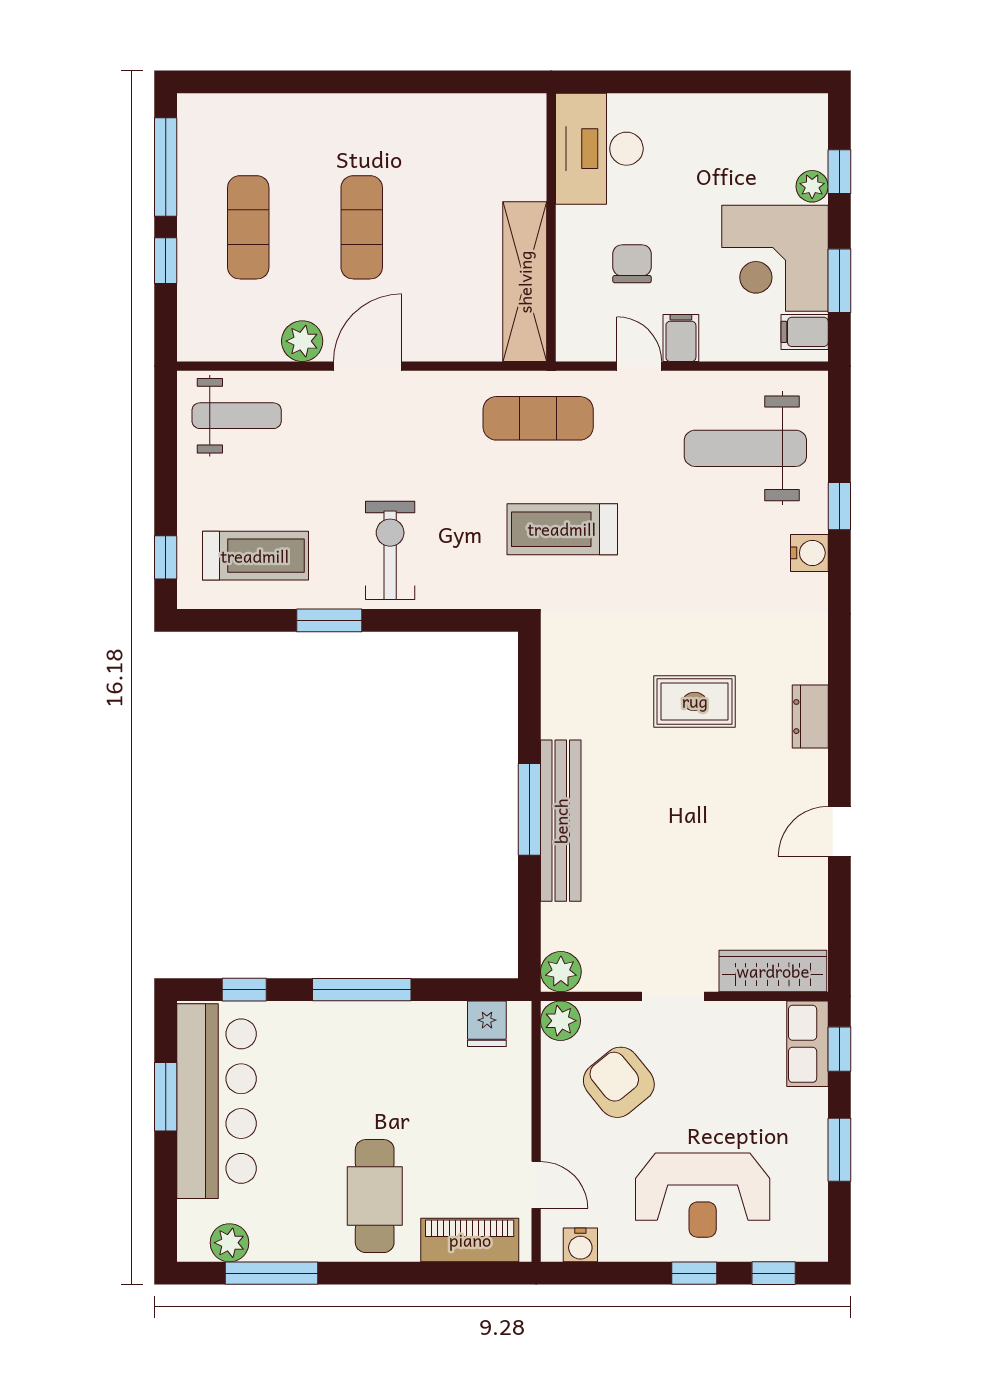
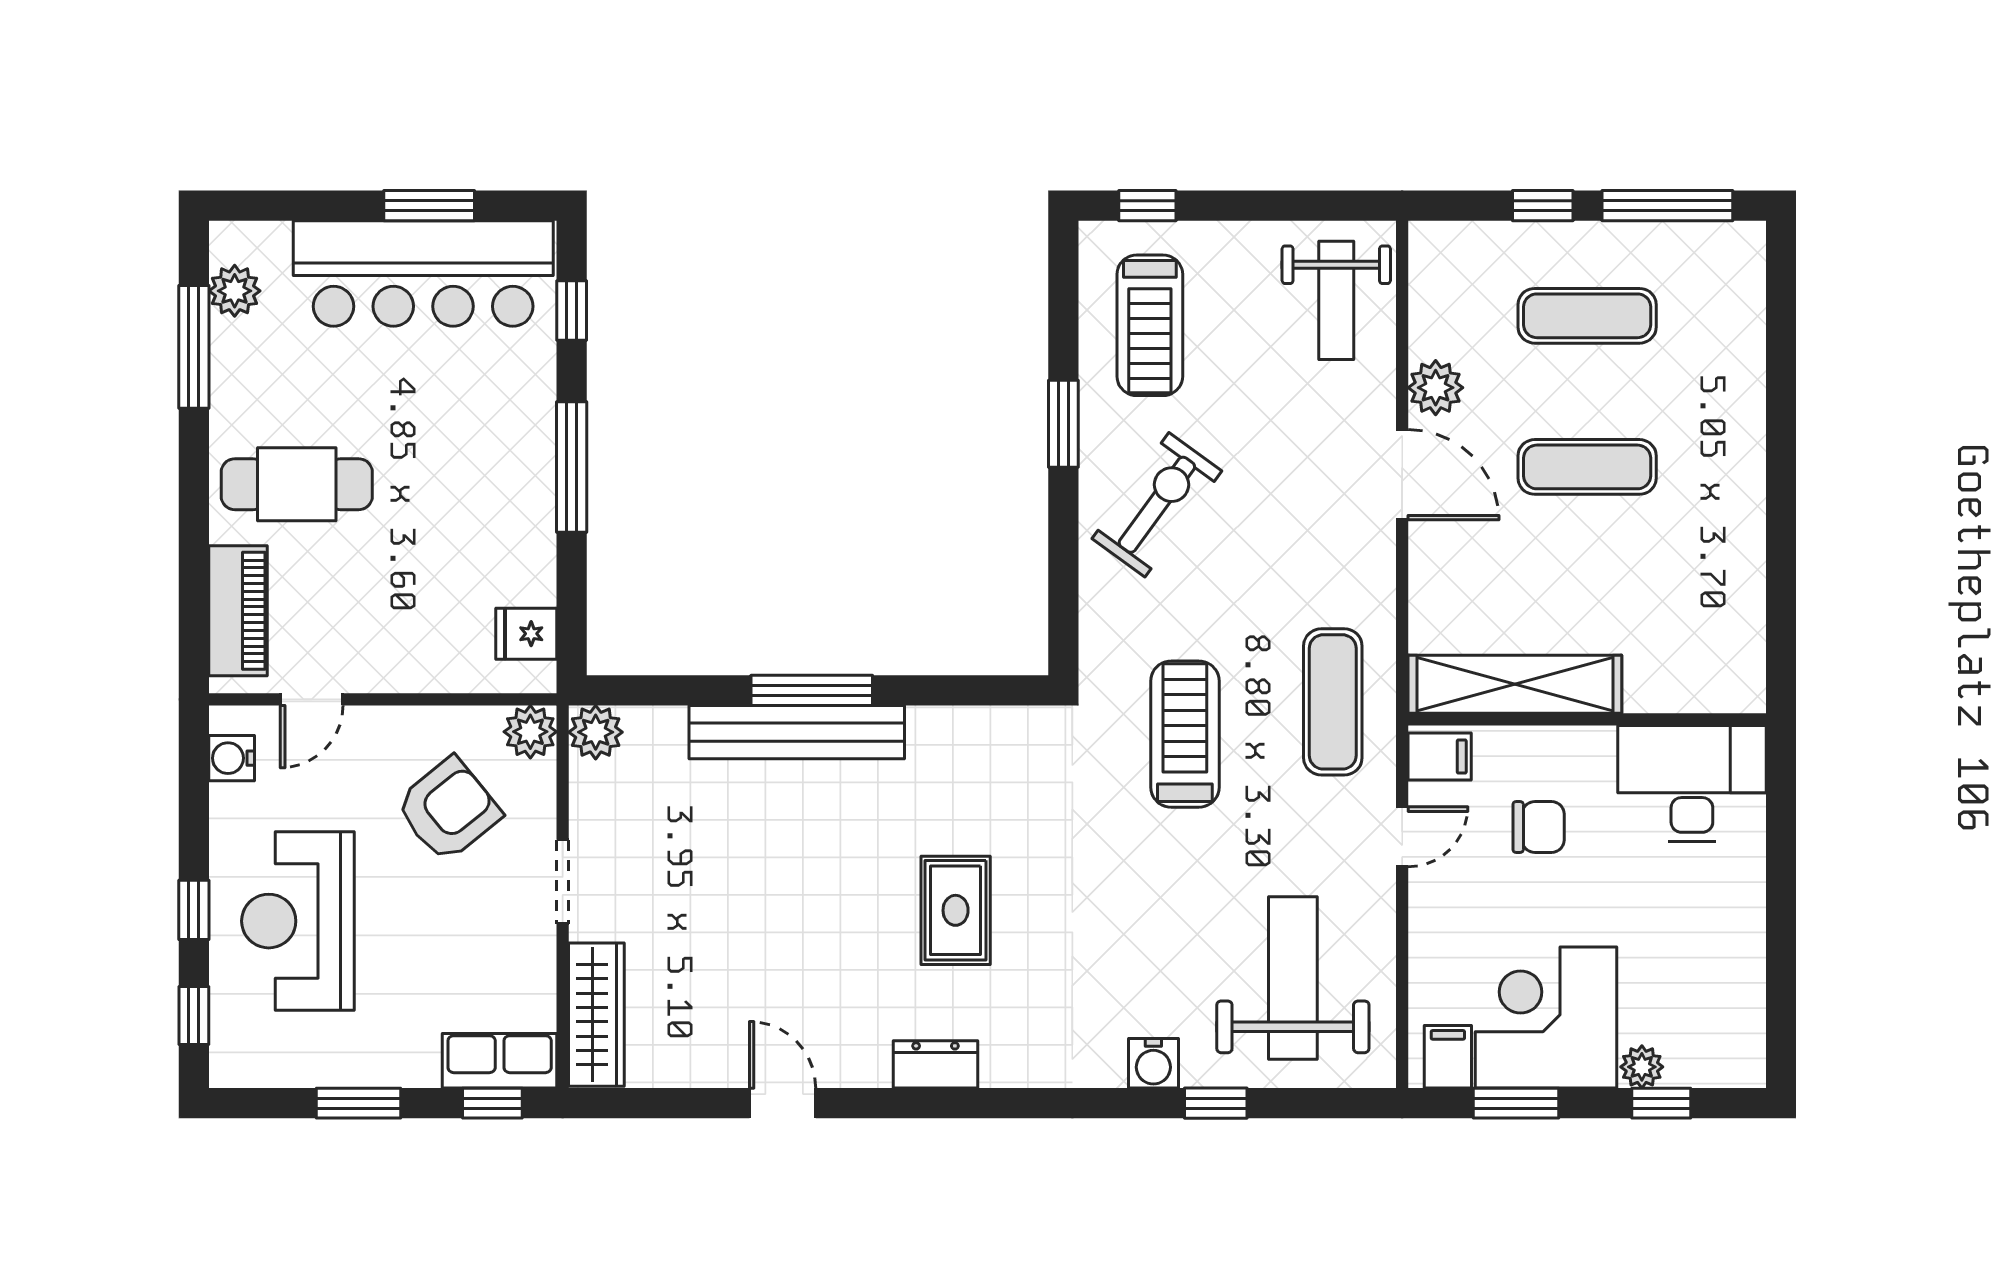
filing cabinet: (681, 338) -> (1440, 756), moved
exercise bike: (390, 550) -> (1157, 505), turned -54

